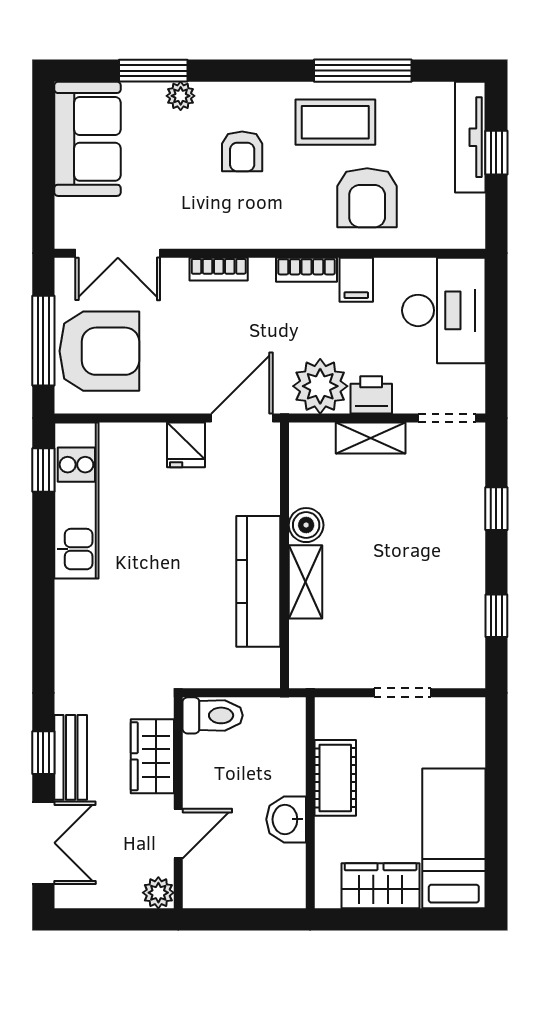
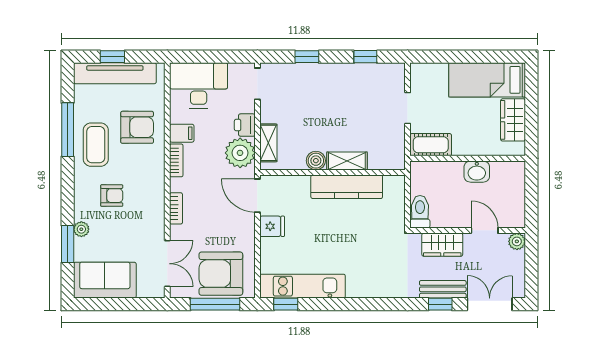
tv unit: (470, 137) -> (115, 73), width x1.36, depth x1.29
armchair: (99, 351) -> (221, 274), turned -90
shelving: (371, 438) -> (268, 143), moved
cot: (335, 778) -> (431, 145), moved

